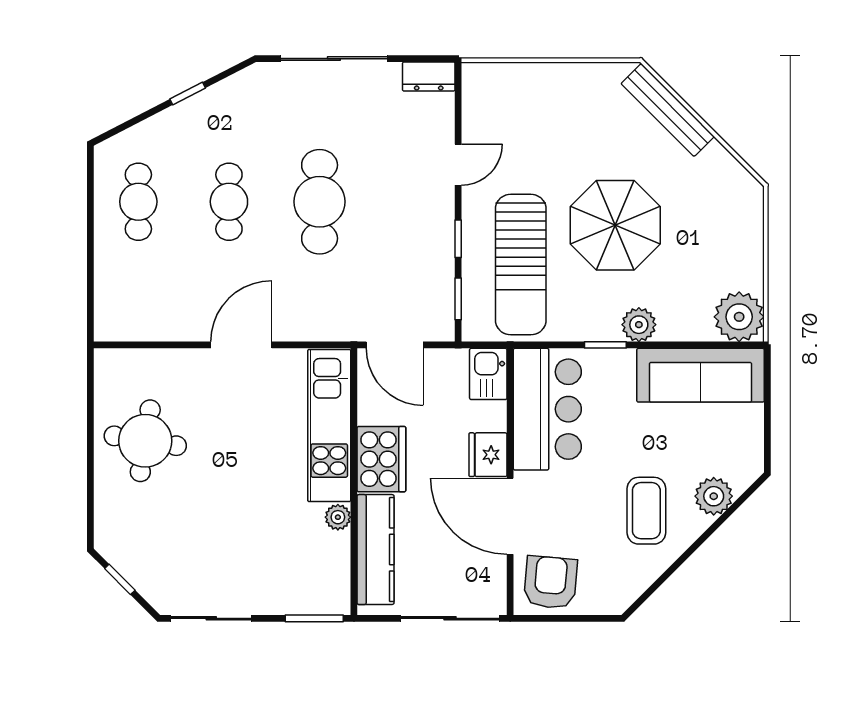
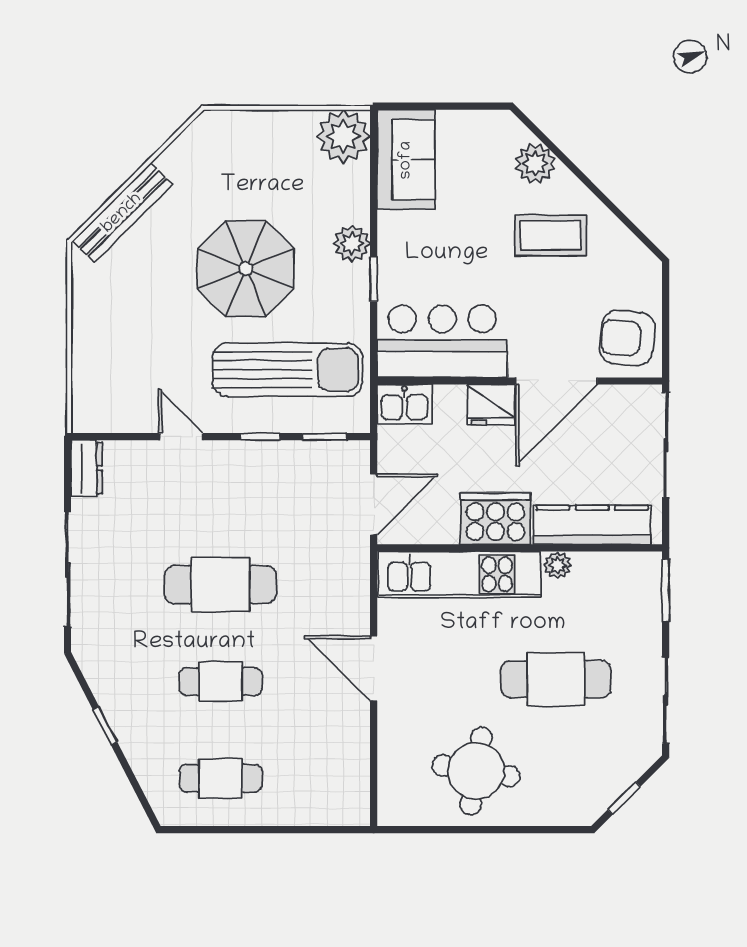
sofa: (700, 375) -> (406, 160), width x0.73
cafe table: (231, 516) -> (556, 679), added

